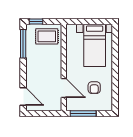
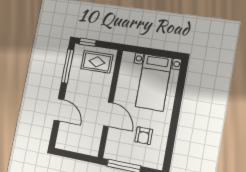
door: (64, 88) -> (108, 114), moved
door: (23, 97) -> (59, 110), moved

